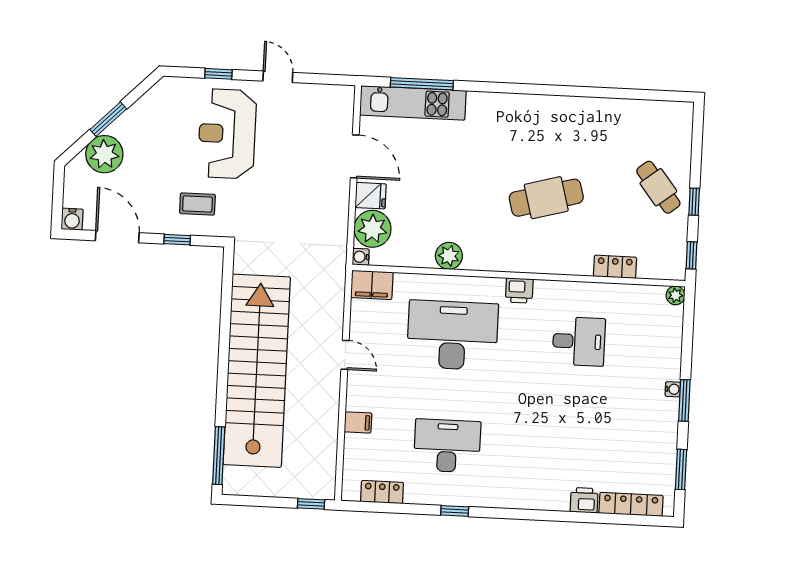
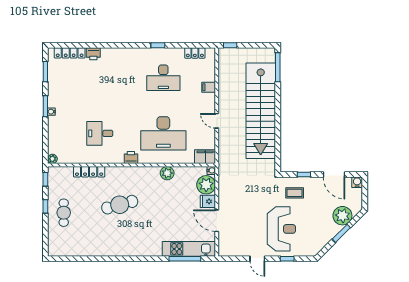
cafe table: (658, 187) -> (64, 213), turned 38
locker: (615, 267) -> (89, 172), width x1.53

